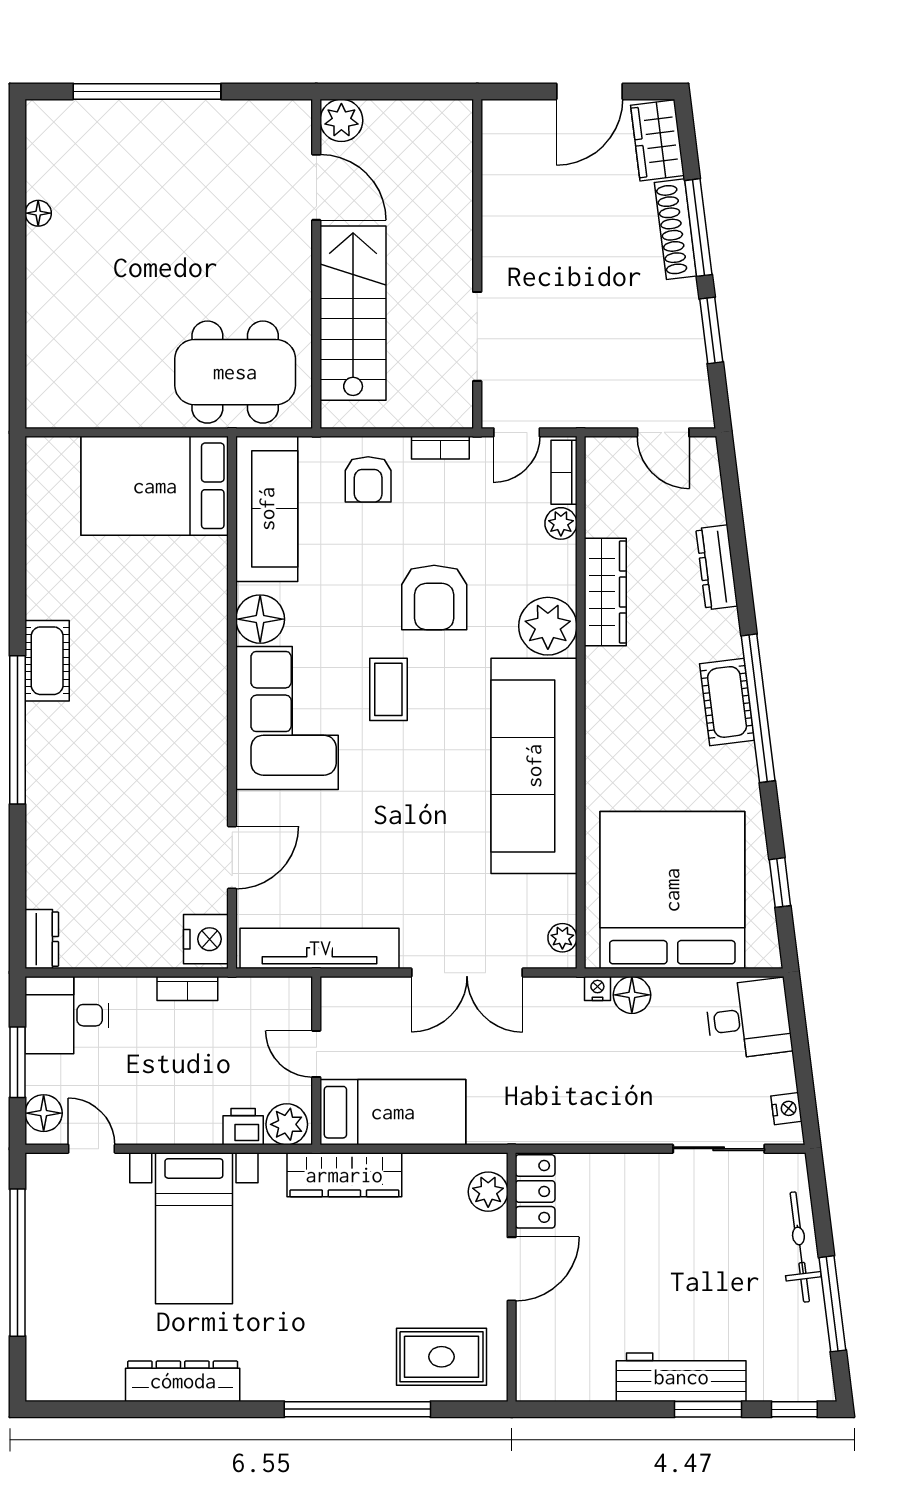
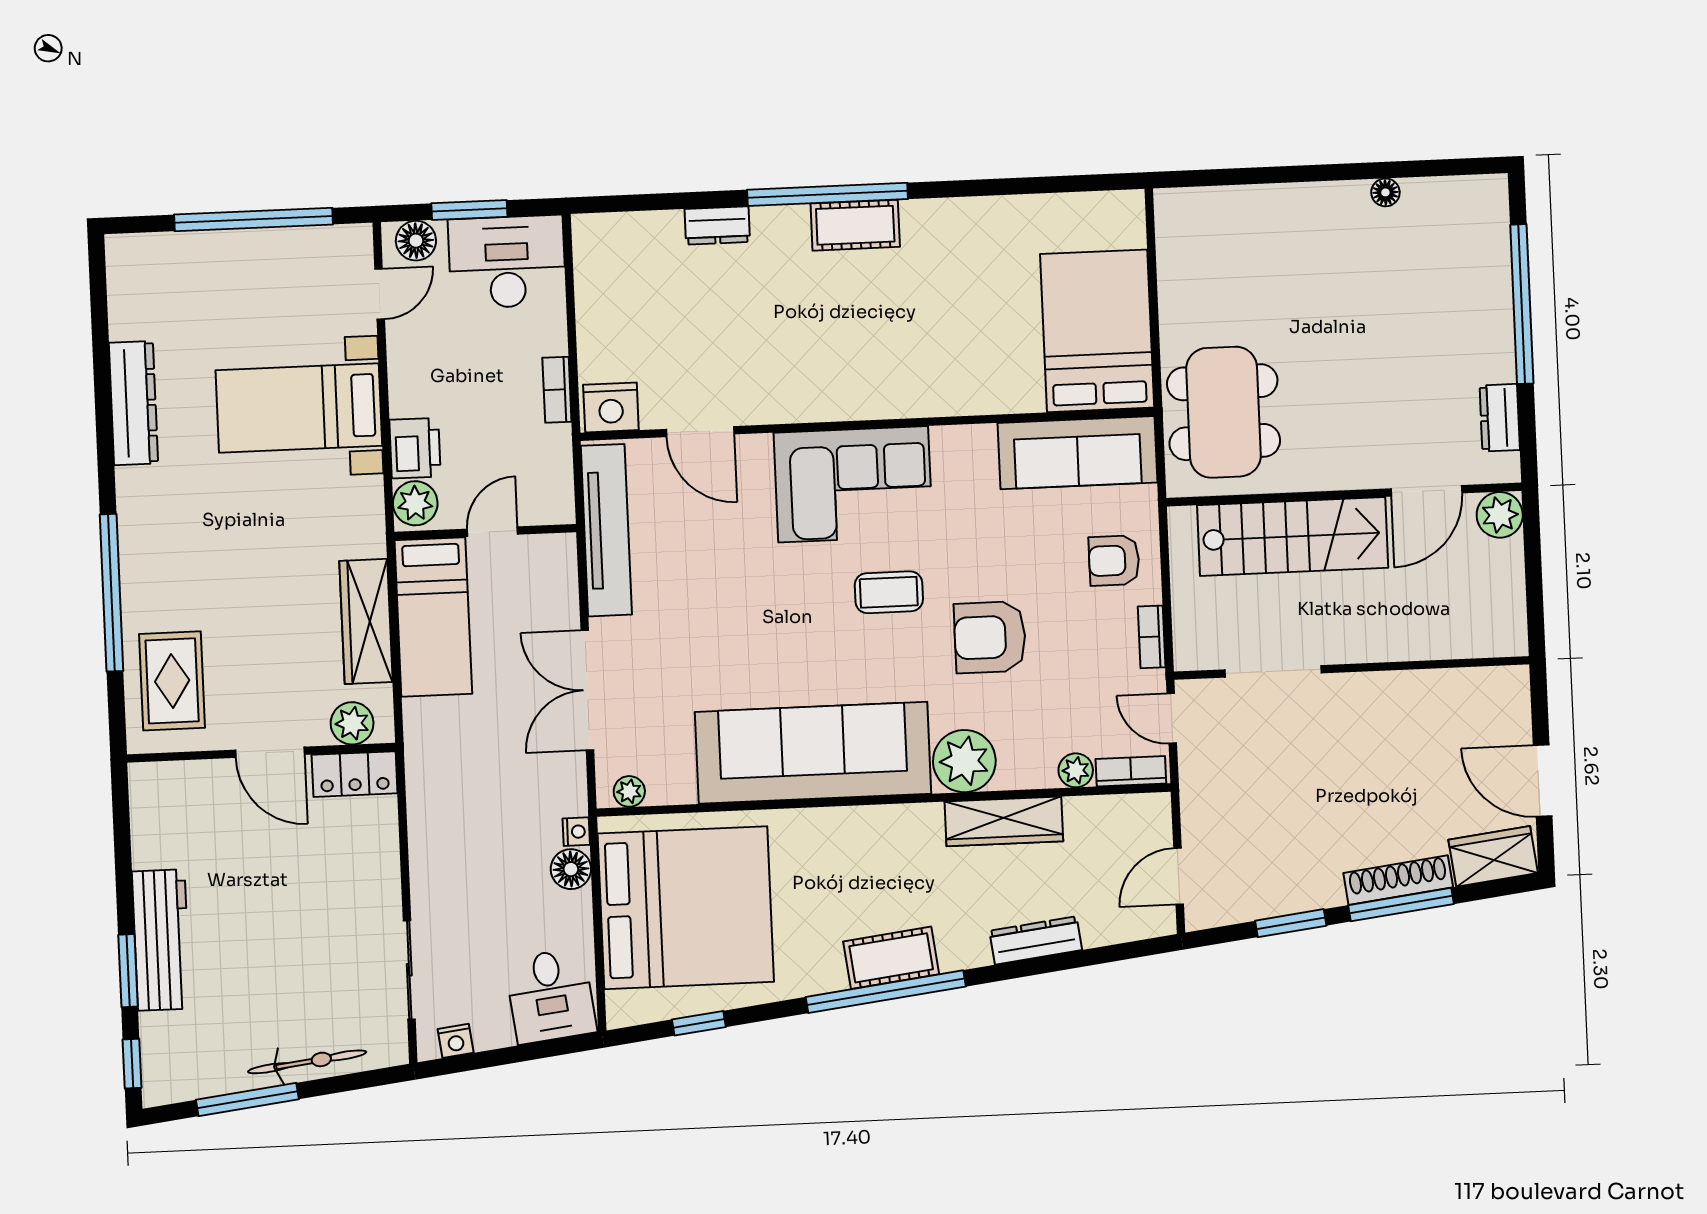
dresser: (251, 116) -> (1500, 418), added
floor lamp: (260, 619) -> (958, 451), removed
cot: (47, 661) -> (855, 225), moved
dresser: (42, 939) -> (717, 226), moved
desk: (67, 1015) -> (507, 262), width x1.37
printer: (243, 1127) -> (415, 448), width x1.36, depth x1.24
wardrobe: (344, 1175) -> (366, 621), moved

